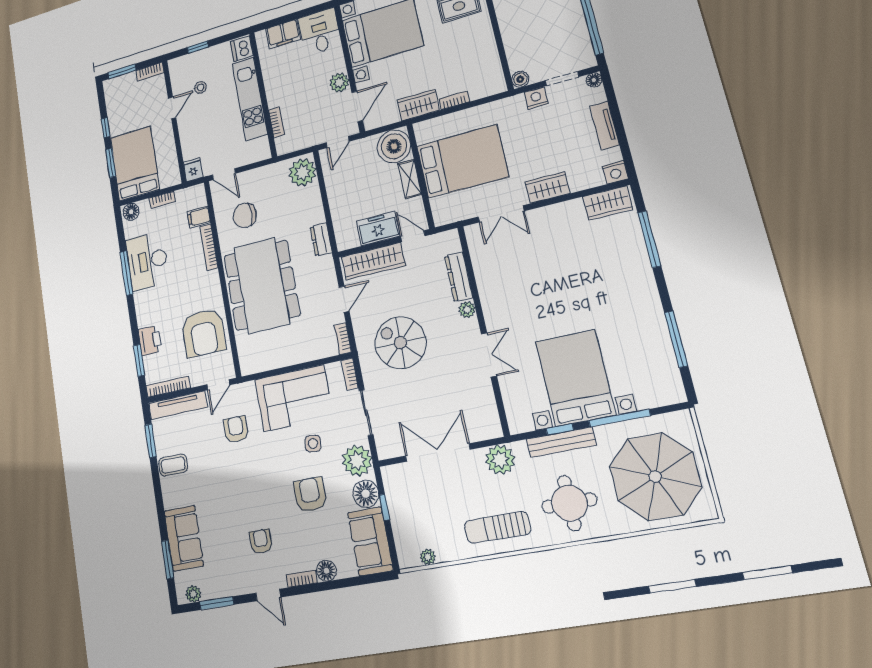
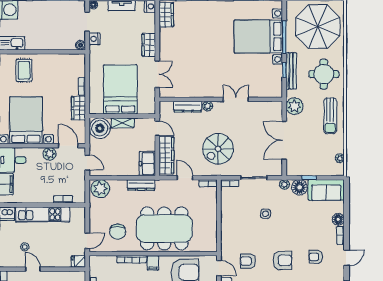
filing cabinet: (199, 217) -> (153, 263), moved
freezer: (378, 229) -> (147, 164), moved
door: (413, 236) -> (157, 128), swing flipped
dresser: (321, 240) -> (141, 185), width x1.44
bed with nightstands: (575, 378) -> (258, 37), moved
corner sofa: (294, 398) -> (237, 221), removed
plant: (357, 461) -> (284, 184), width x0.53, depth x0.53
armchair: (310, 495) -> (282, 260), moved, turned 180

